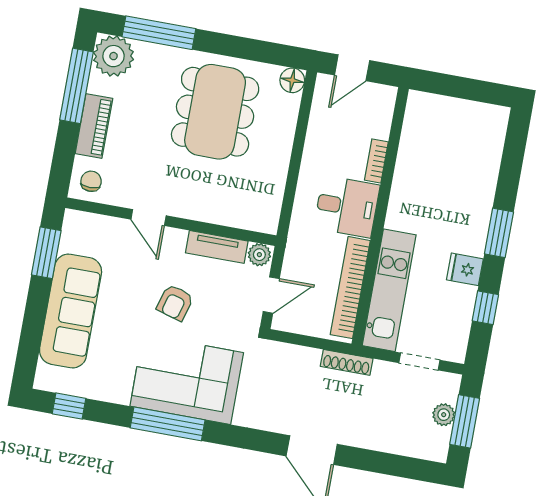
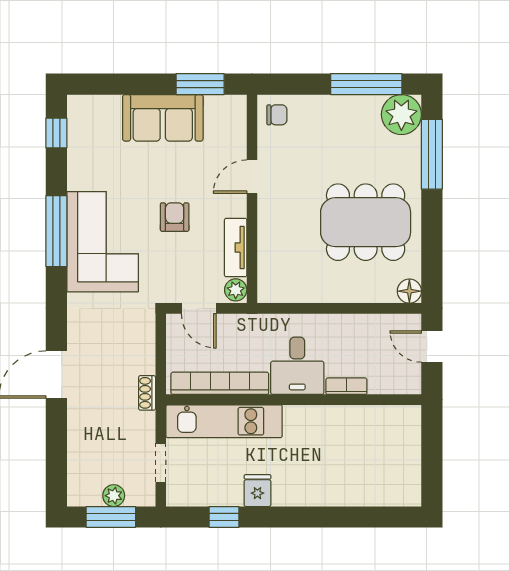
piano: (94, 126) -> (331, 108), removed
window: (499, 233) -> (299, 517), removed
armchair: (175, 303) -> (175, 217), turned 74
sofa: (71, 311) -> (163, 118), width x0.73
shoe rack: (347, 362) -> (147, 393), width x0.70

